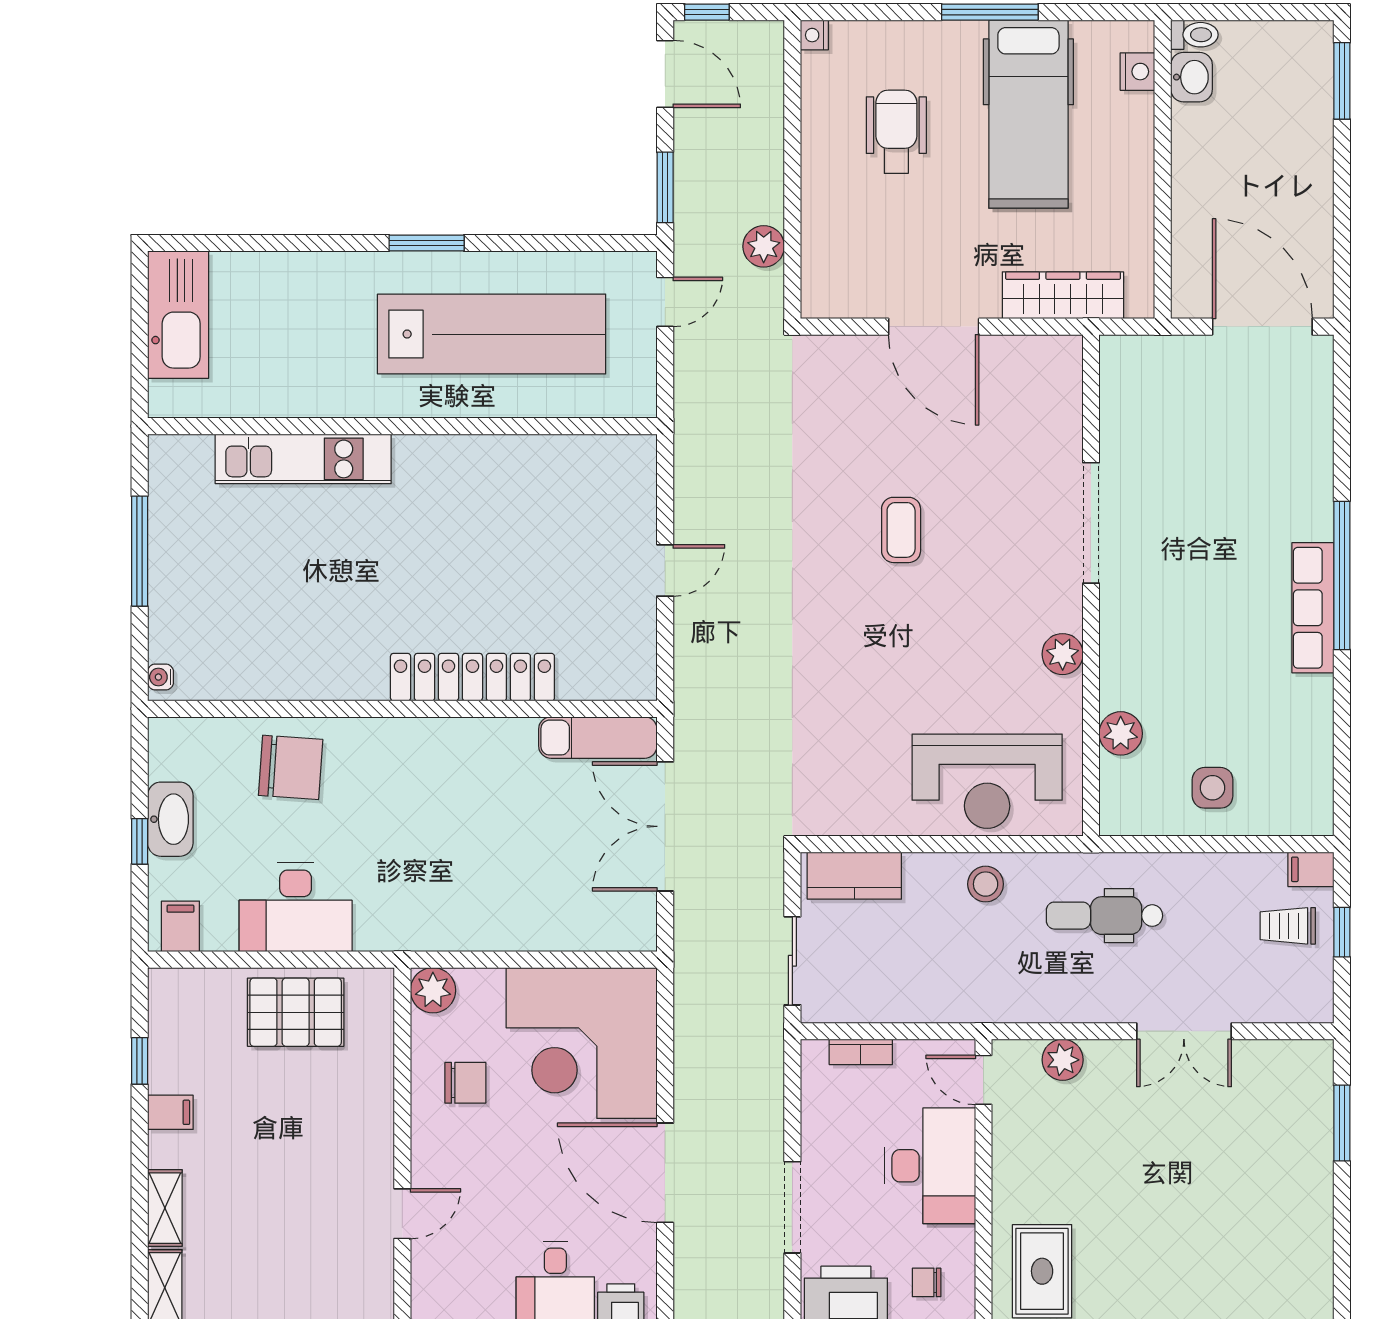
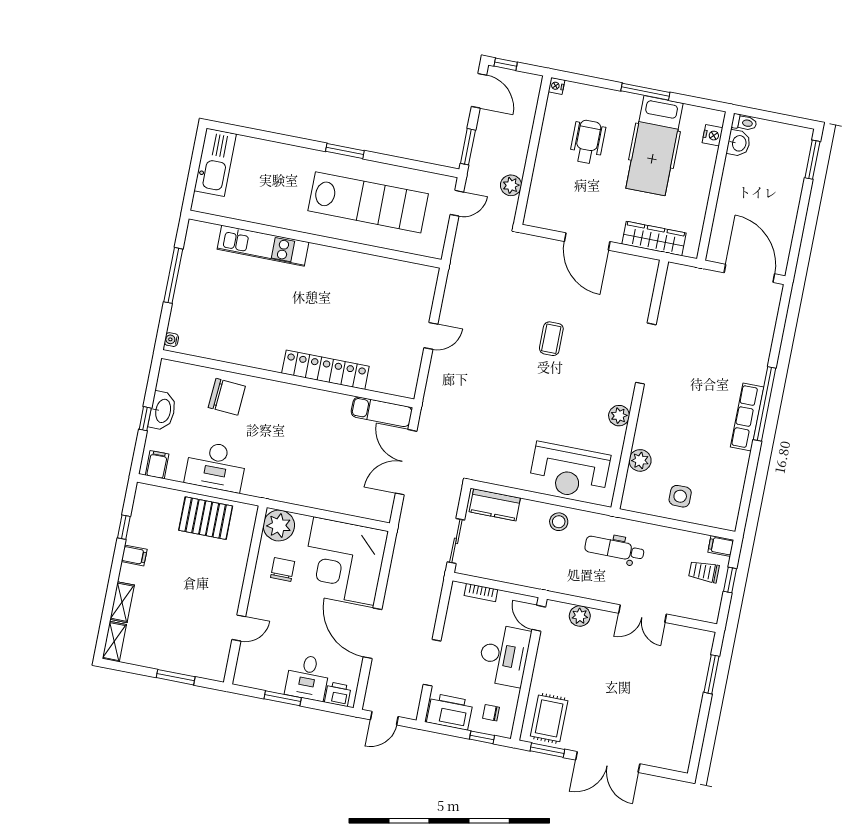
plant: (433, 990) -> (279, 526), width x1.36, depth x1.36
chair: (465, 1083) -> (283, 569), turned -90

